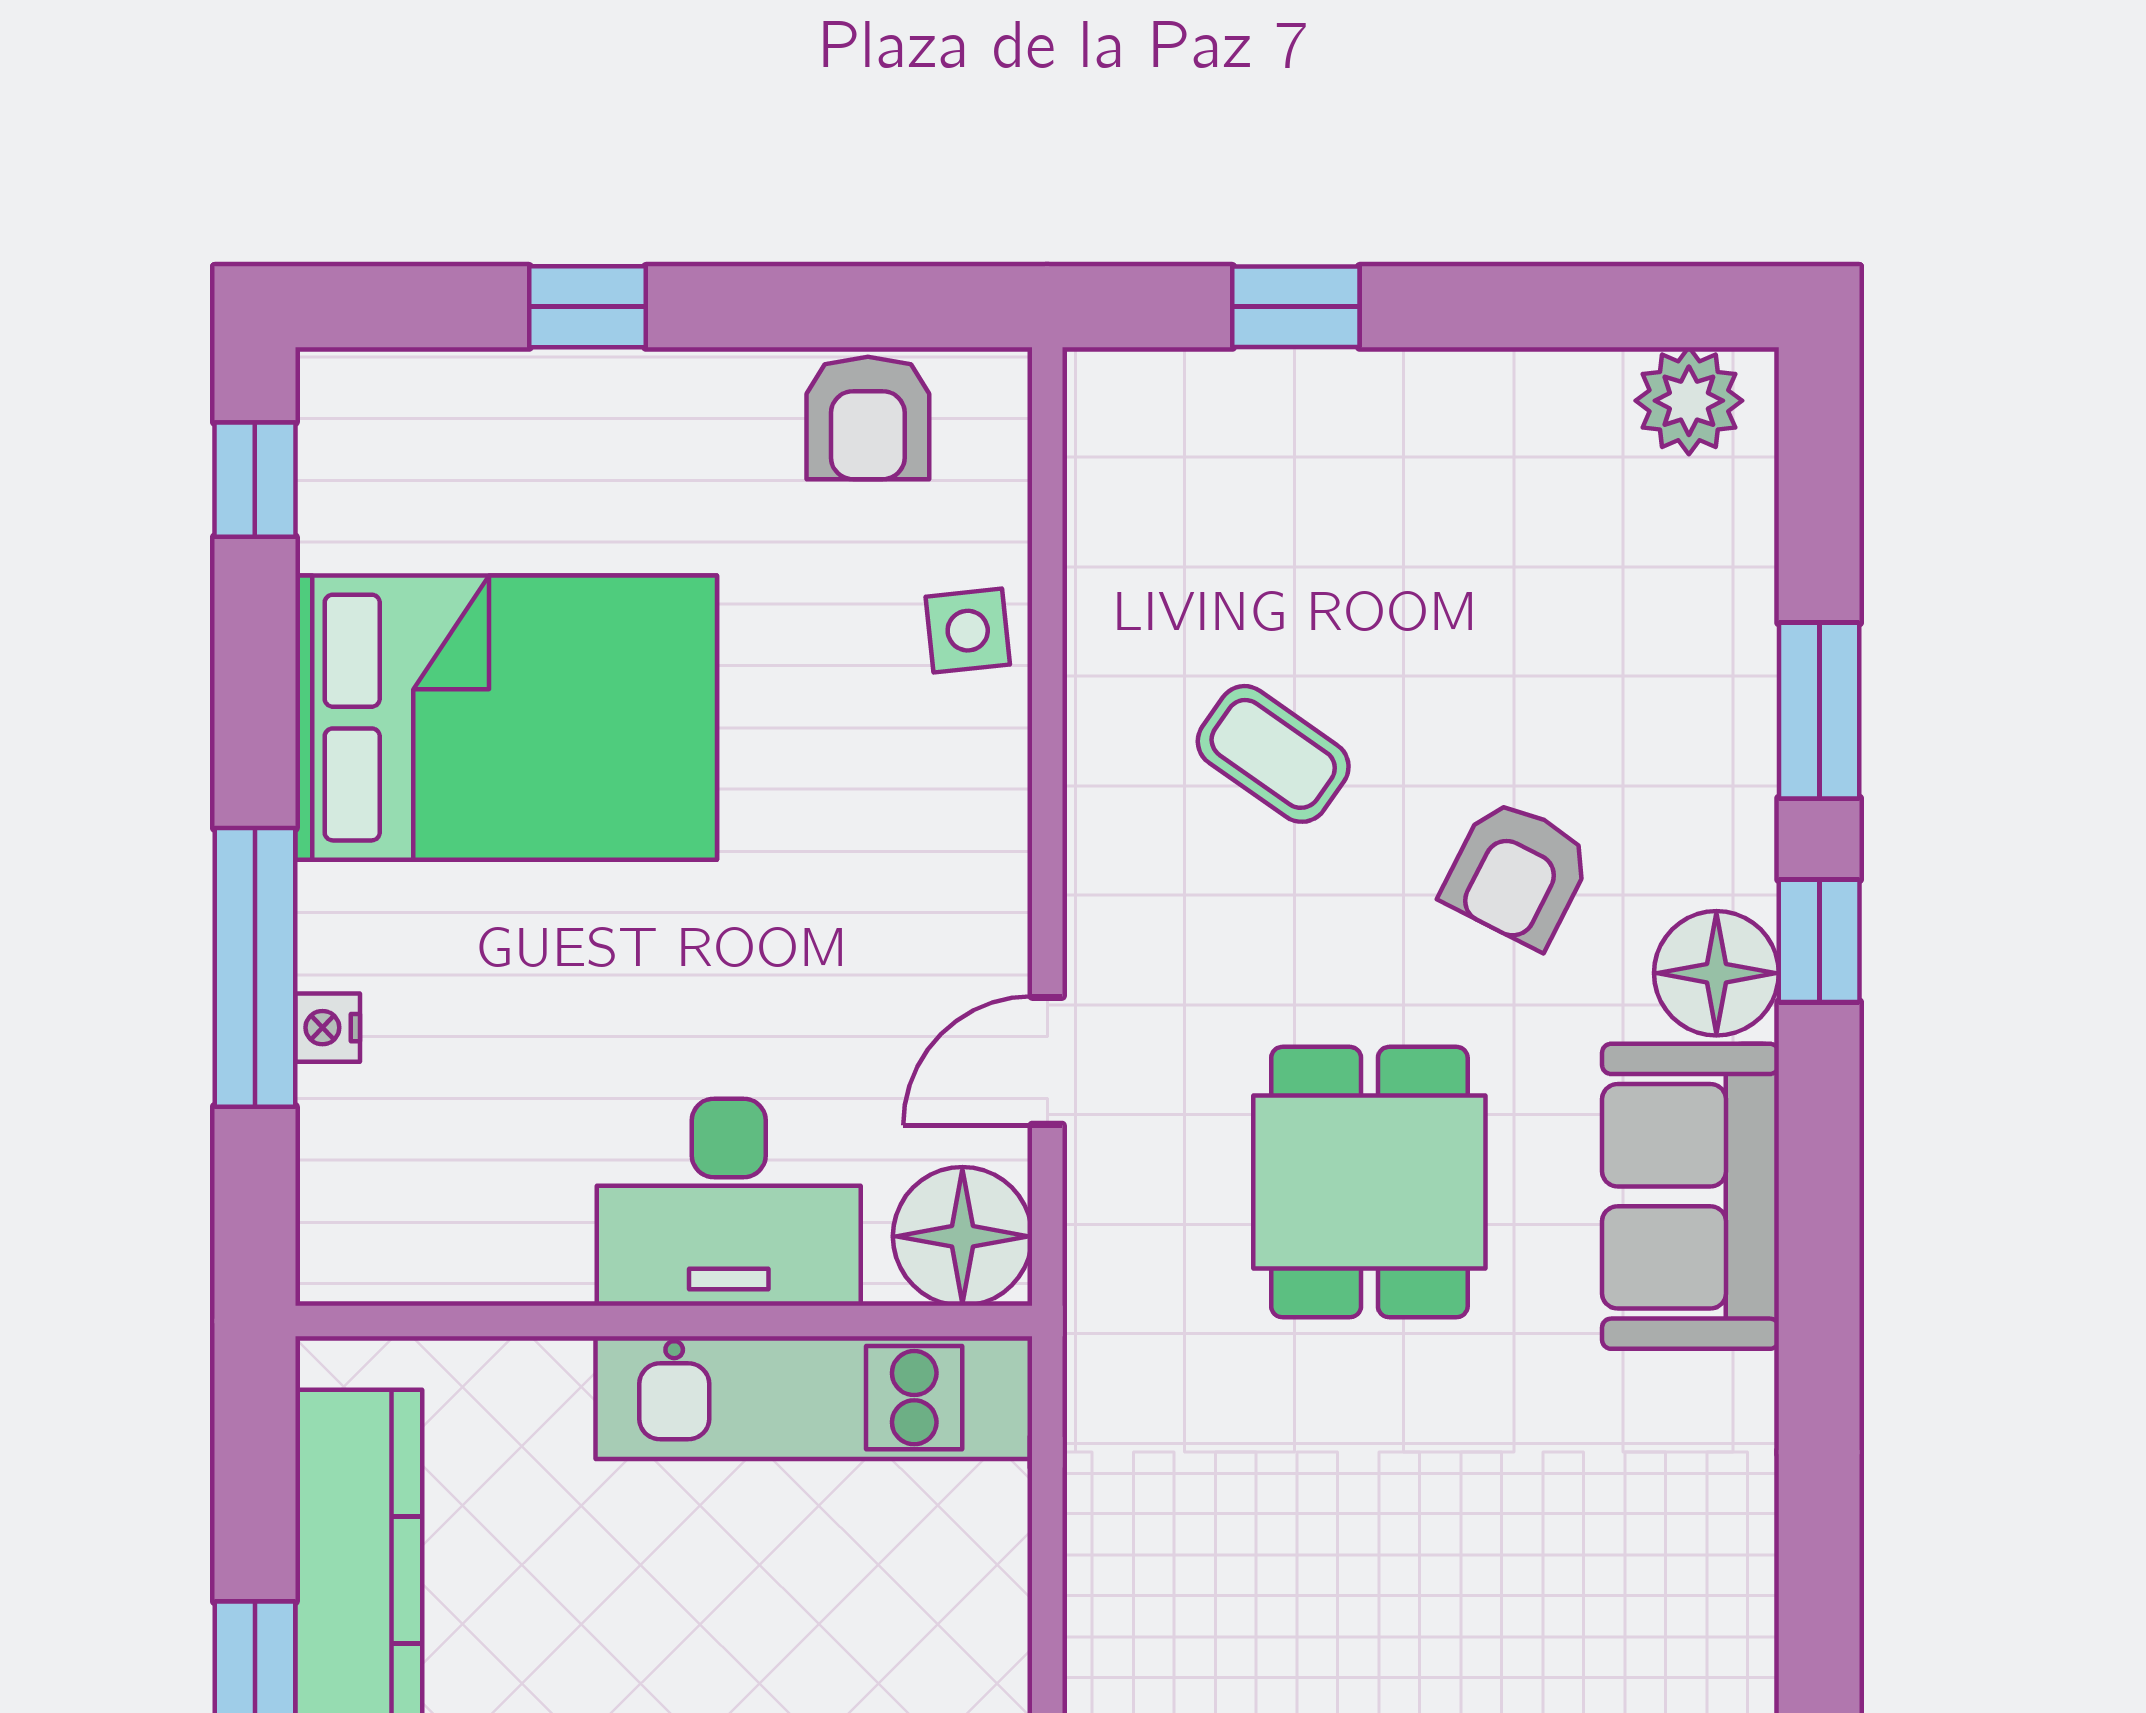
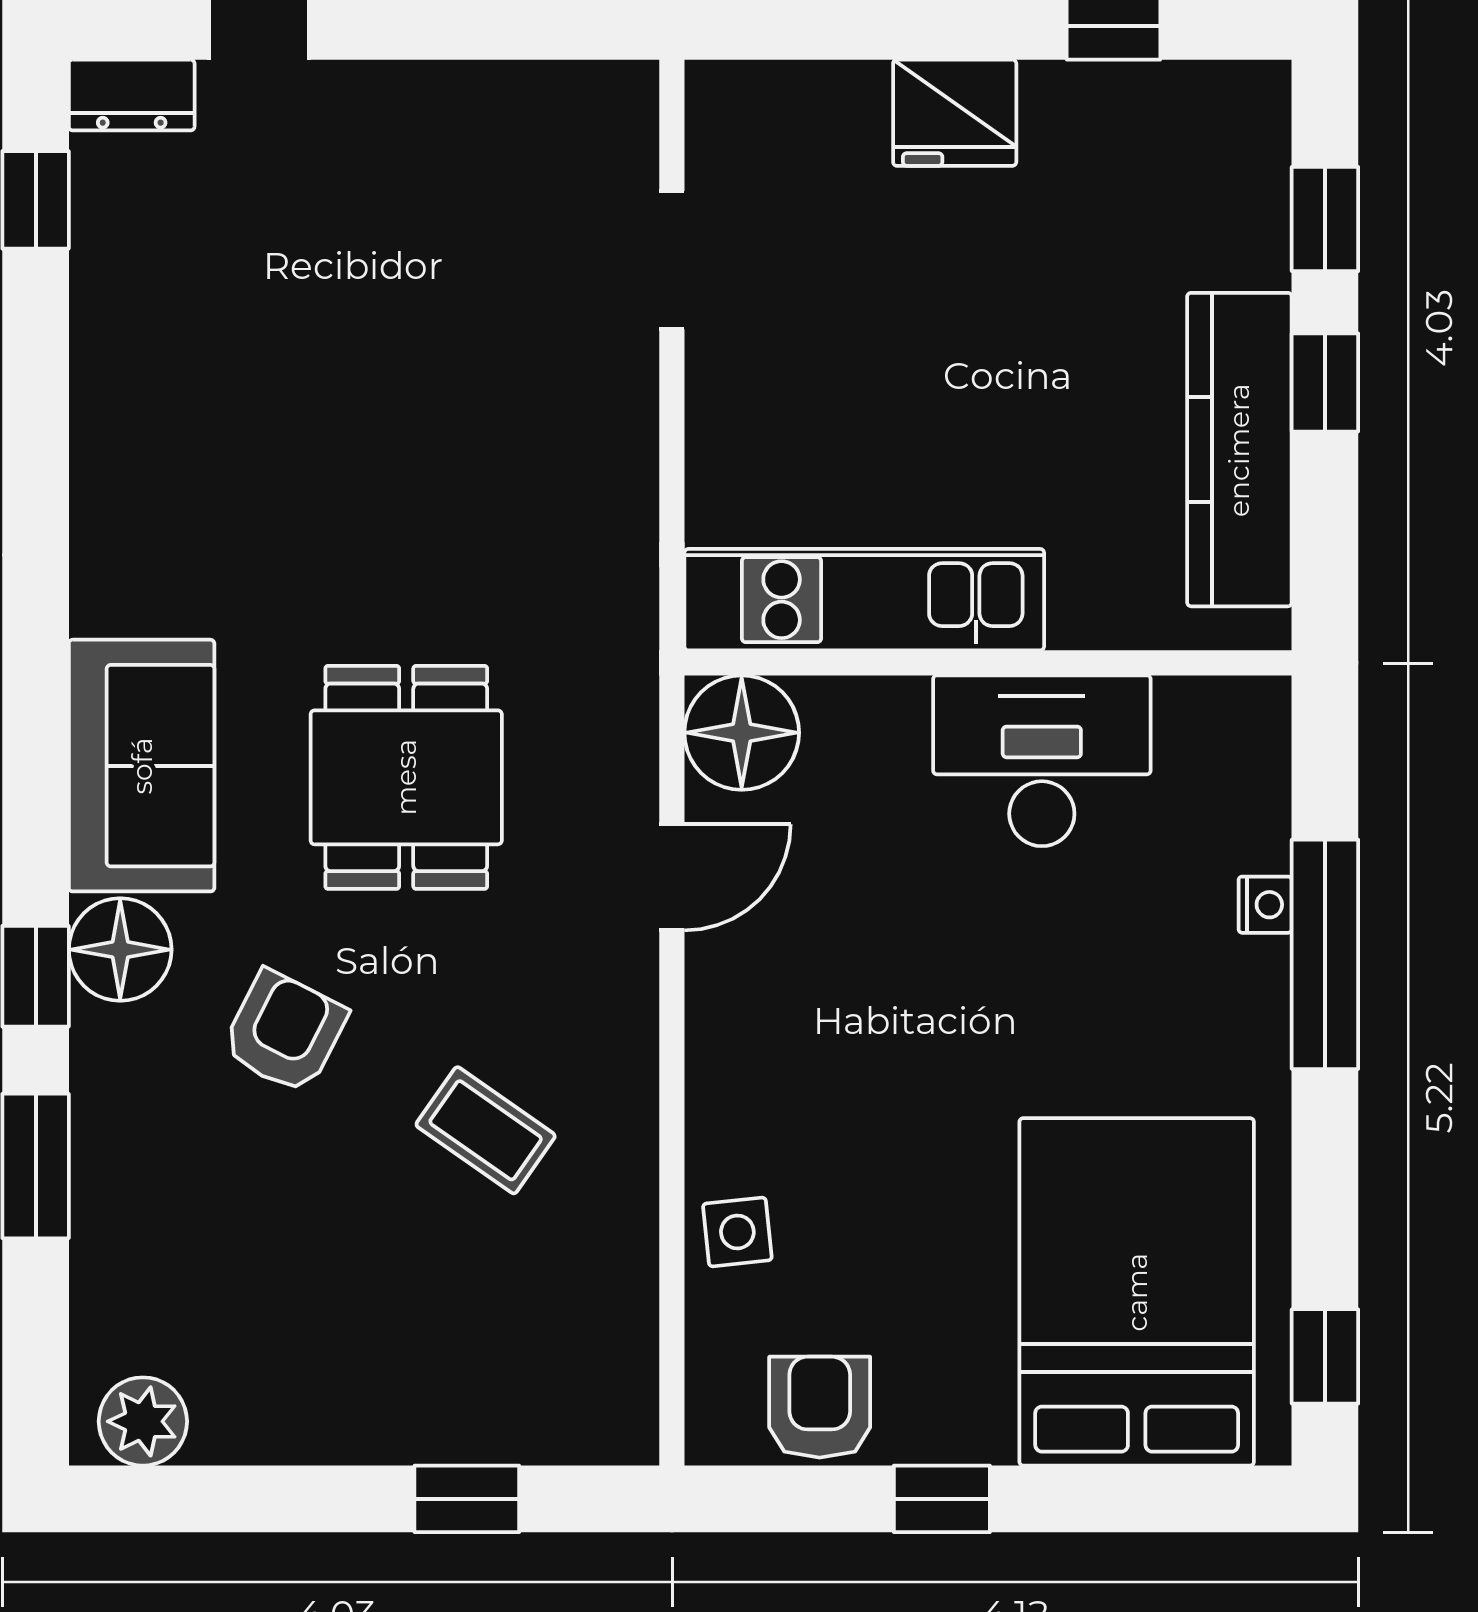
window: (588, 307) -> (942, 1499), moved
bed: (506, 718) -> (1137, 1292), moved, turned 90
desk: (729, 1202) -> (1042, 761), moved

